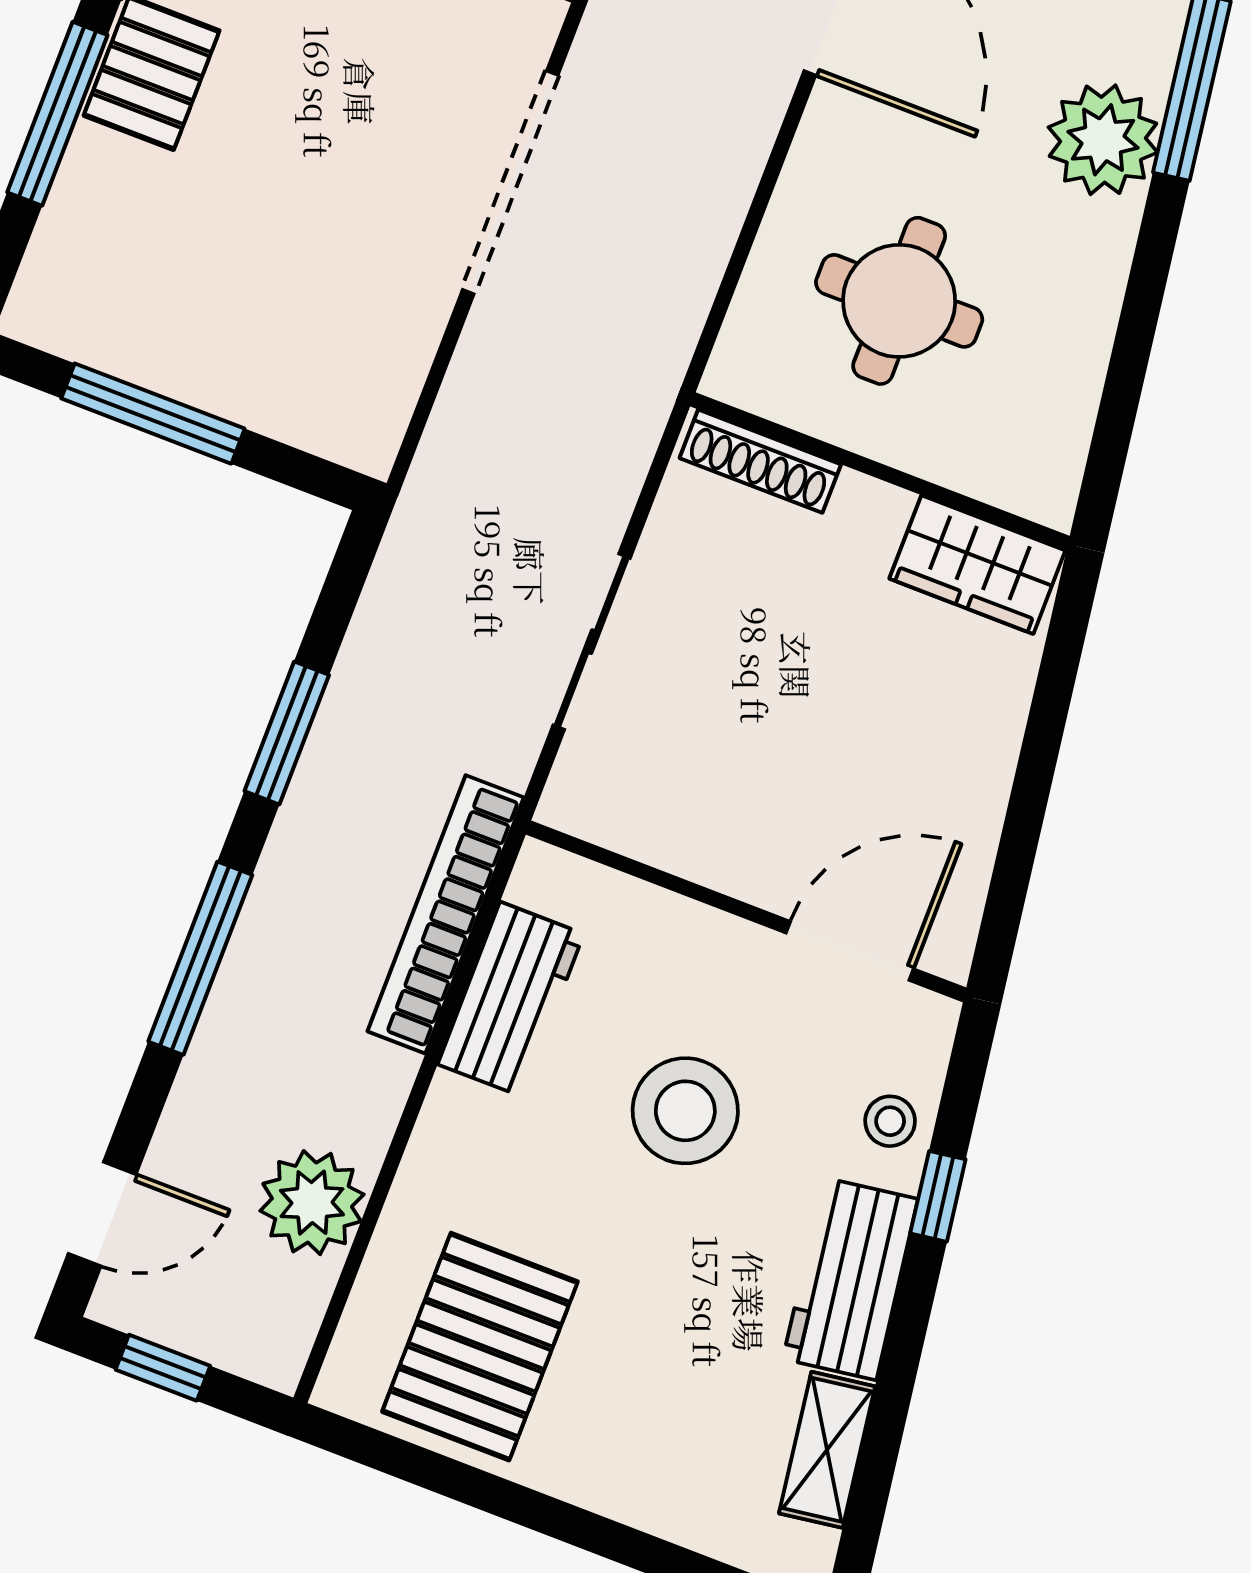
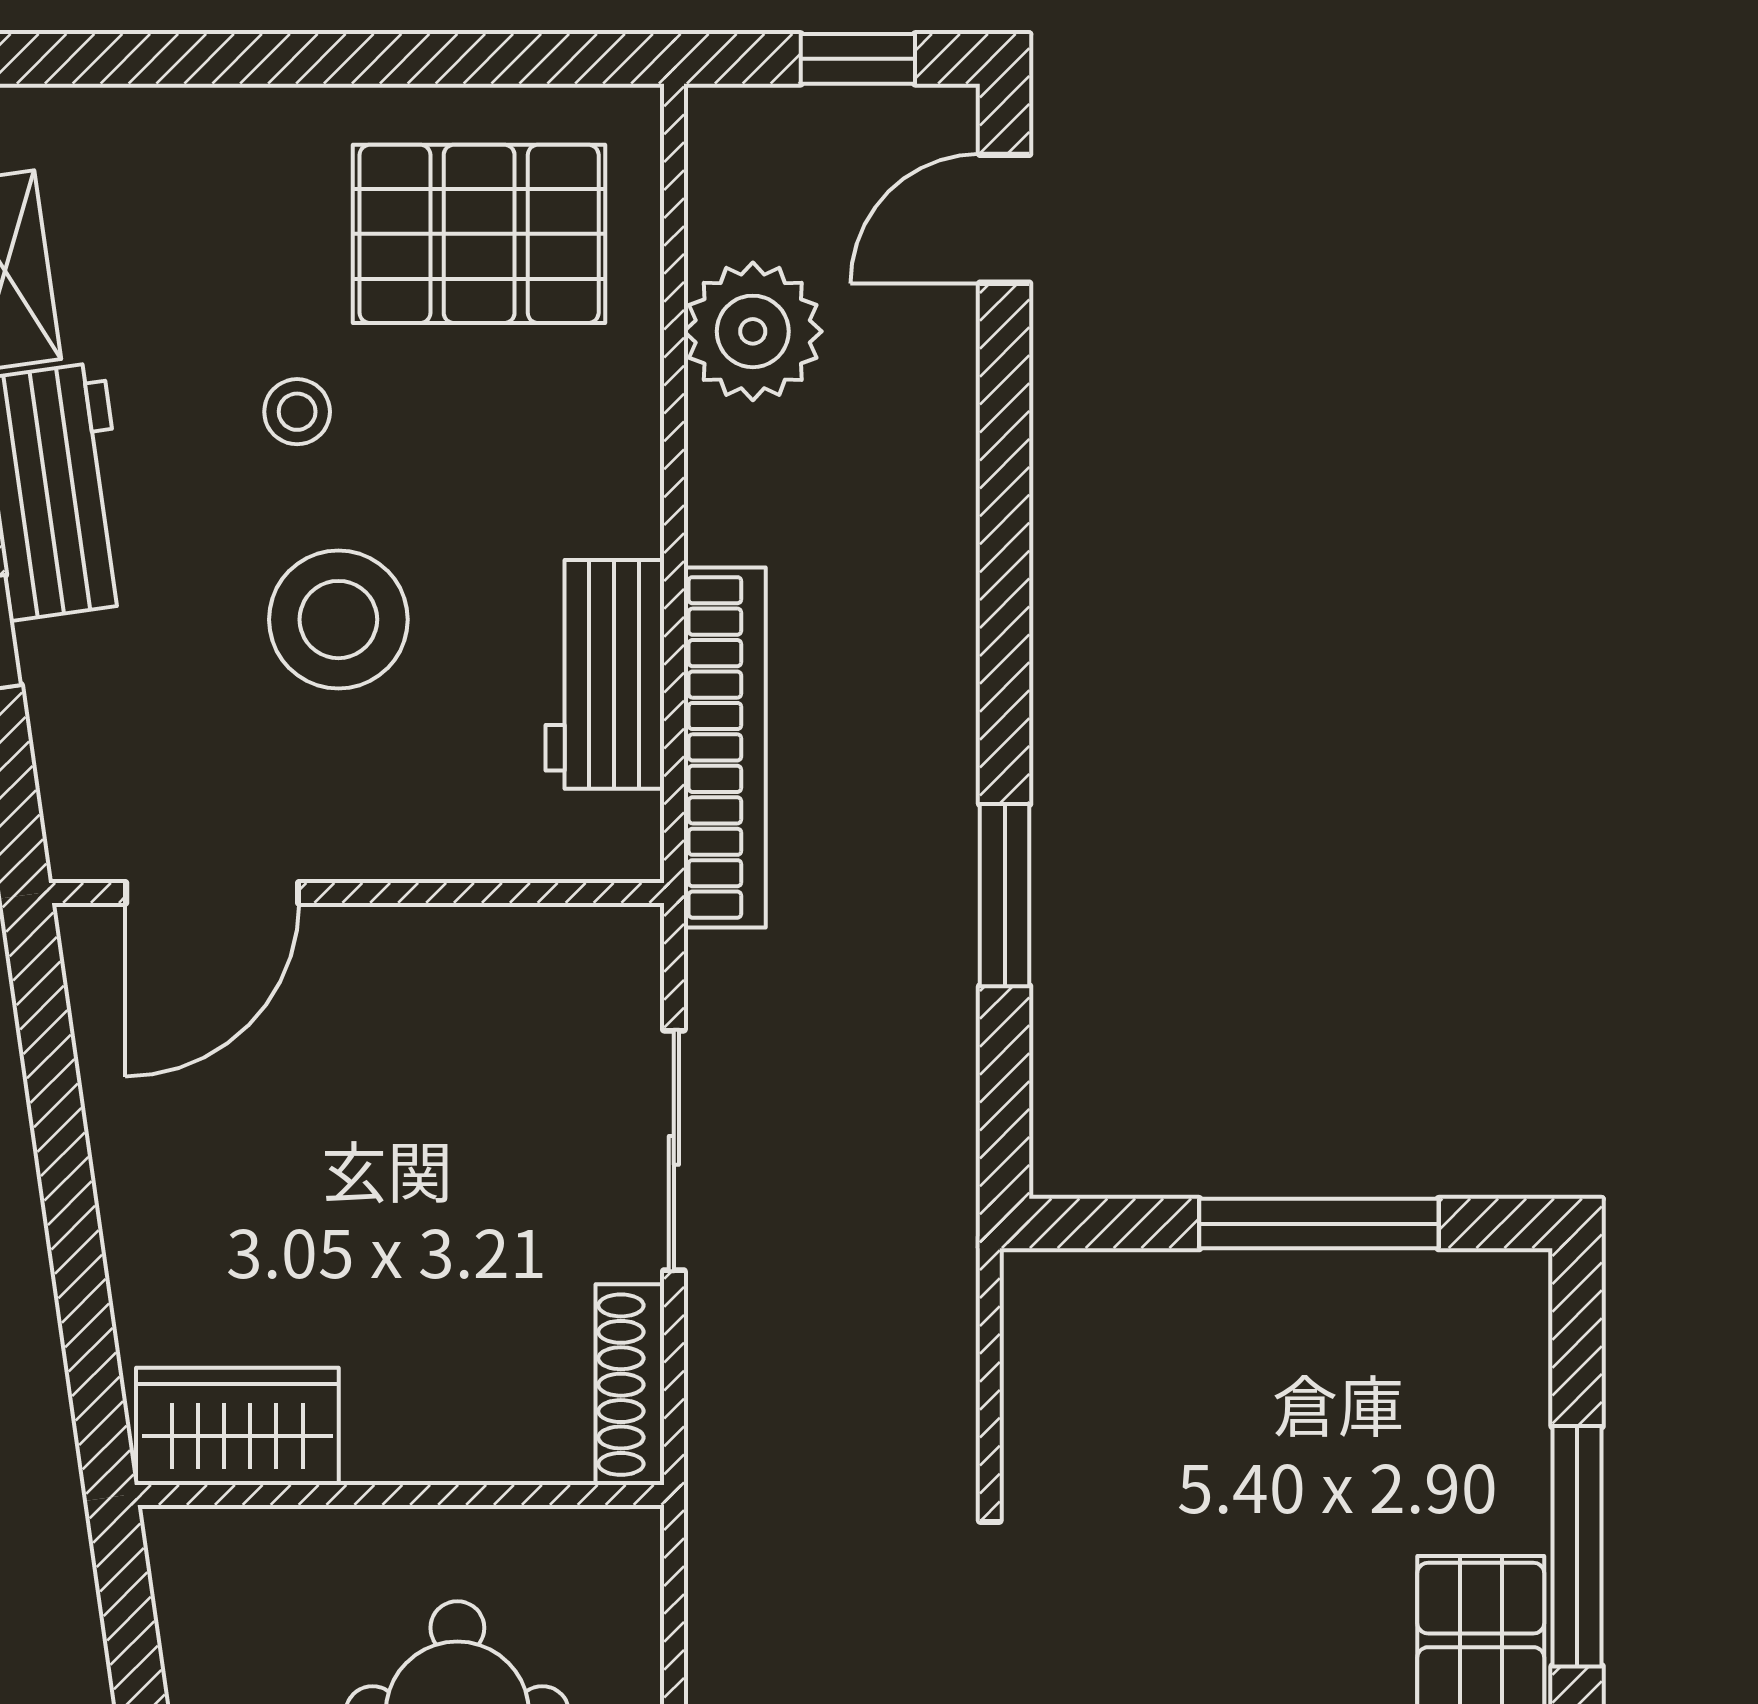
shoe rack: (760, 461) -> (630, 1385), moved, turned -90
window: (200, 958) -> (1005, 578), removed
stool: (890, 1121) -> (297, 412), moved
pallet: (480, 1347) -> (479, 234), turned 90

